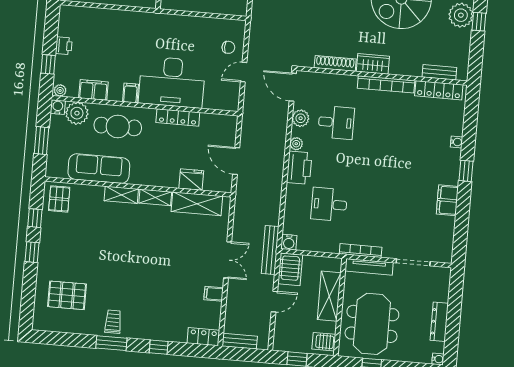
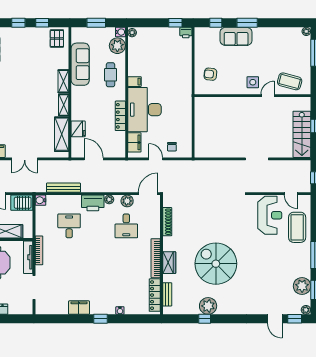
printer: (64, 46) -> (186, 33), moved
window: (48, 64) -> (175, 23), moved
wardrobe: (373, 64) -> (169, 263), moved
filing cabinet: (93, 90) -> (134, 142), moved
cafe table: (118, 126) -> (111, 75), width x0.73, depth x0.74
door: (236, 161) -> (94, 159), hinge flipped
pallet: (59, 199) -> (57, 38), turned 90
bench: (270, 250) -> (63, 188), moved

